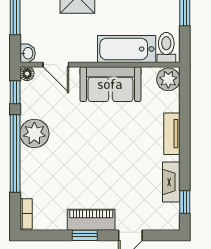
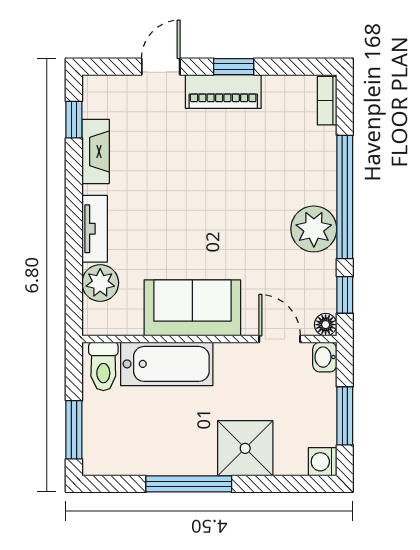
plant: (168, 79) -> (100, 283), moved

